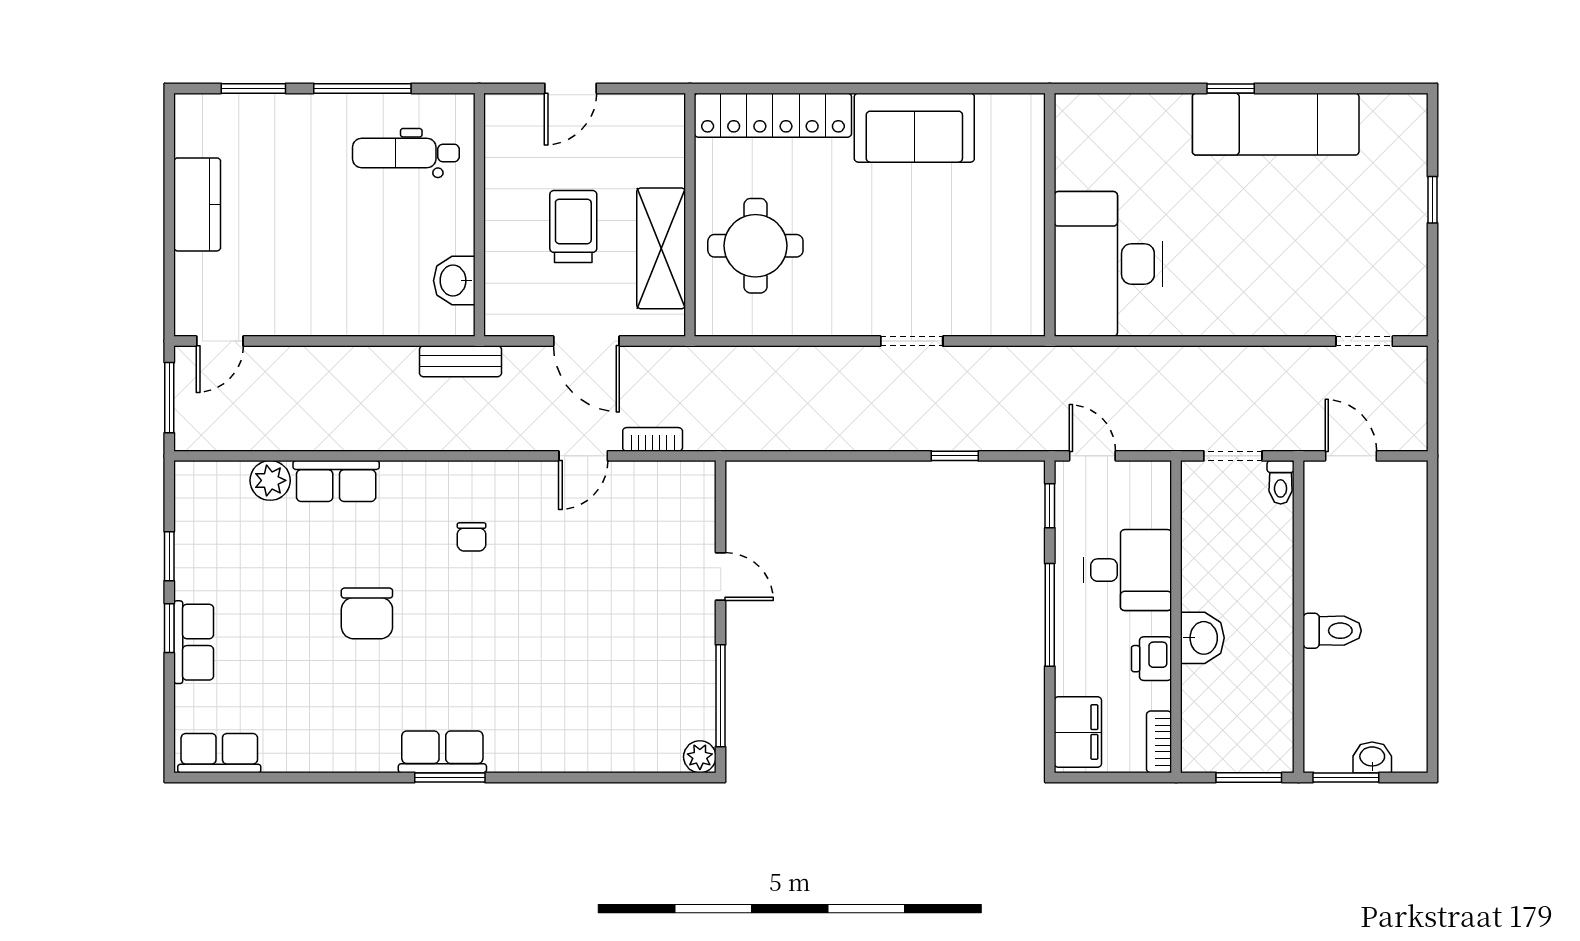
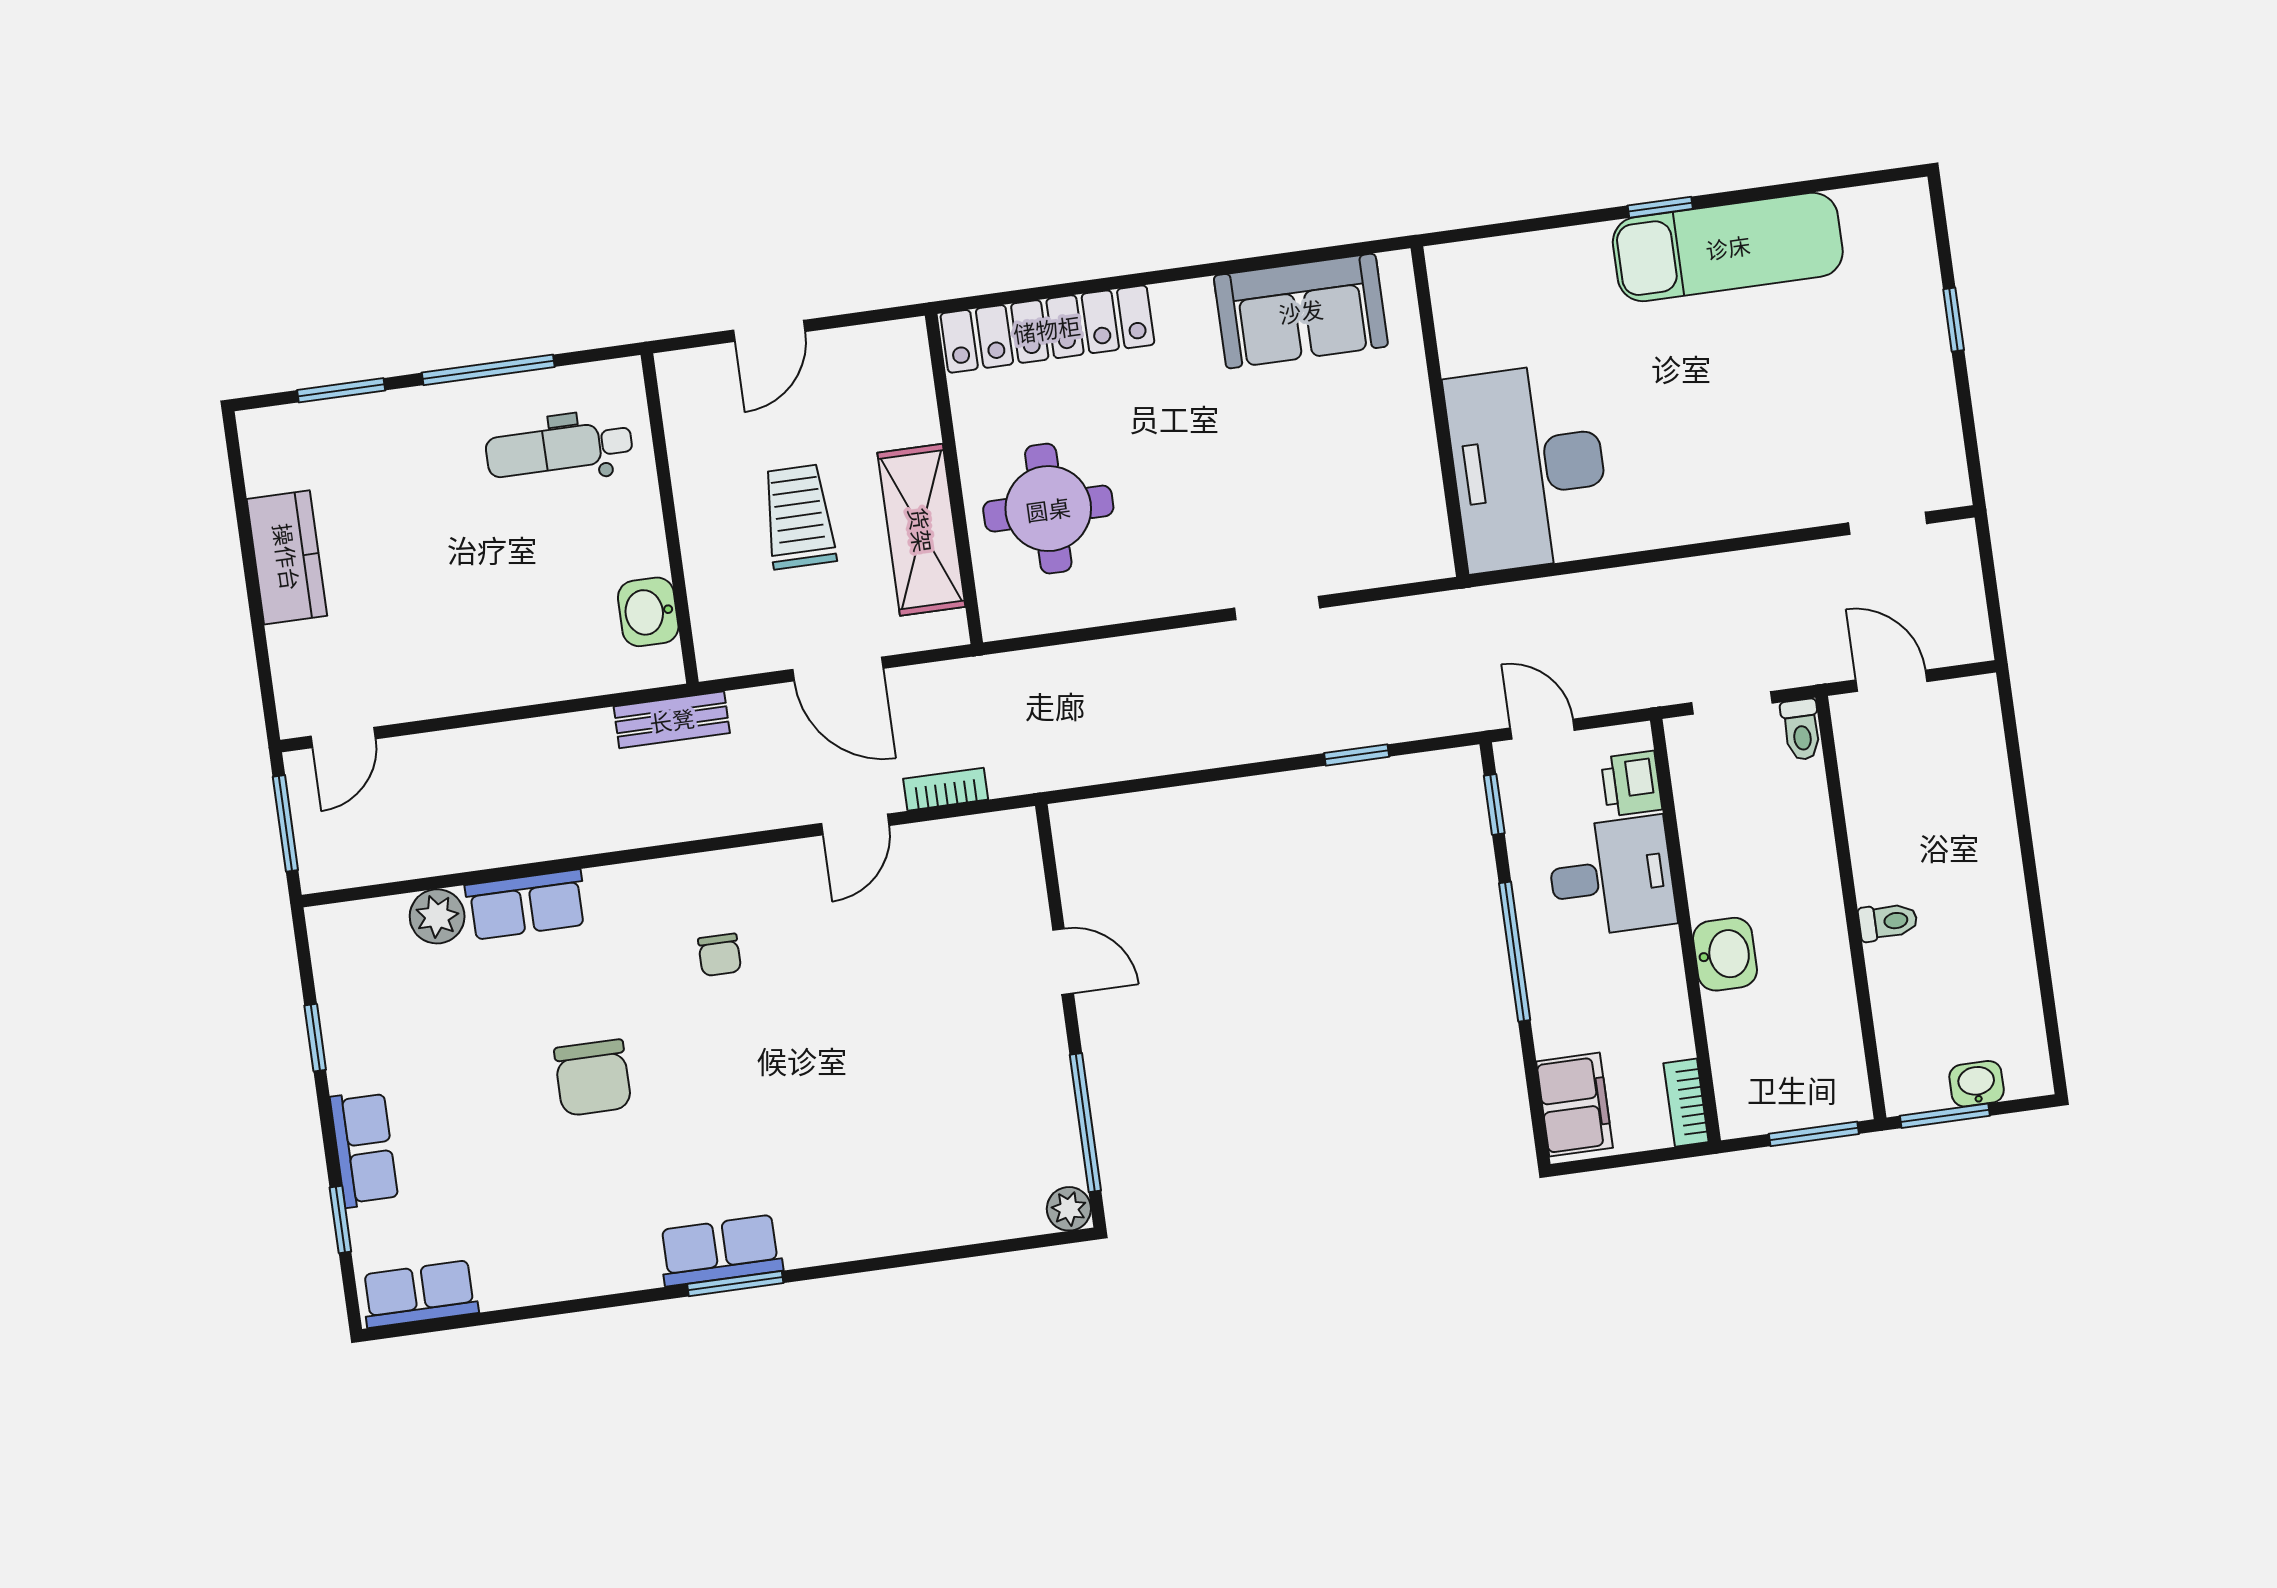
sofa: (914, 128) -> (1301, 311), moved
window: (169, 628) -> (340, 1219), moved
toilet: (1332, 631) -> (1888, 922), width x0.73, depth x0.72
printer: (1152, 659) -> (1631, 784), moved

